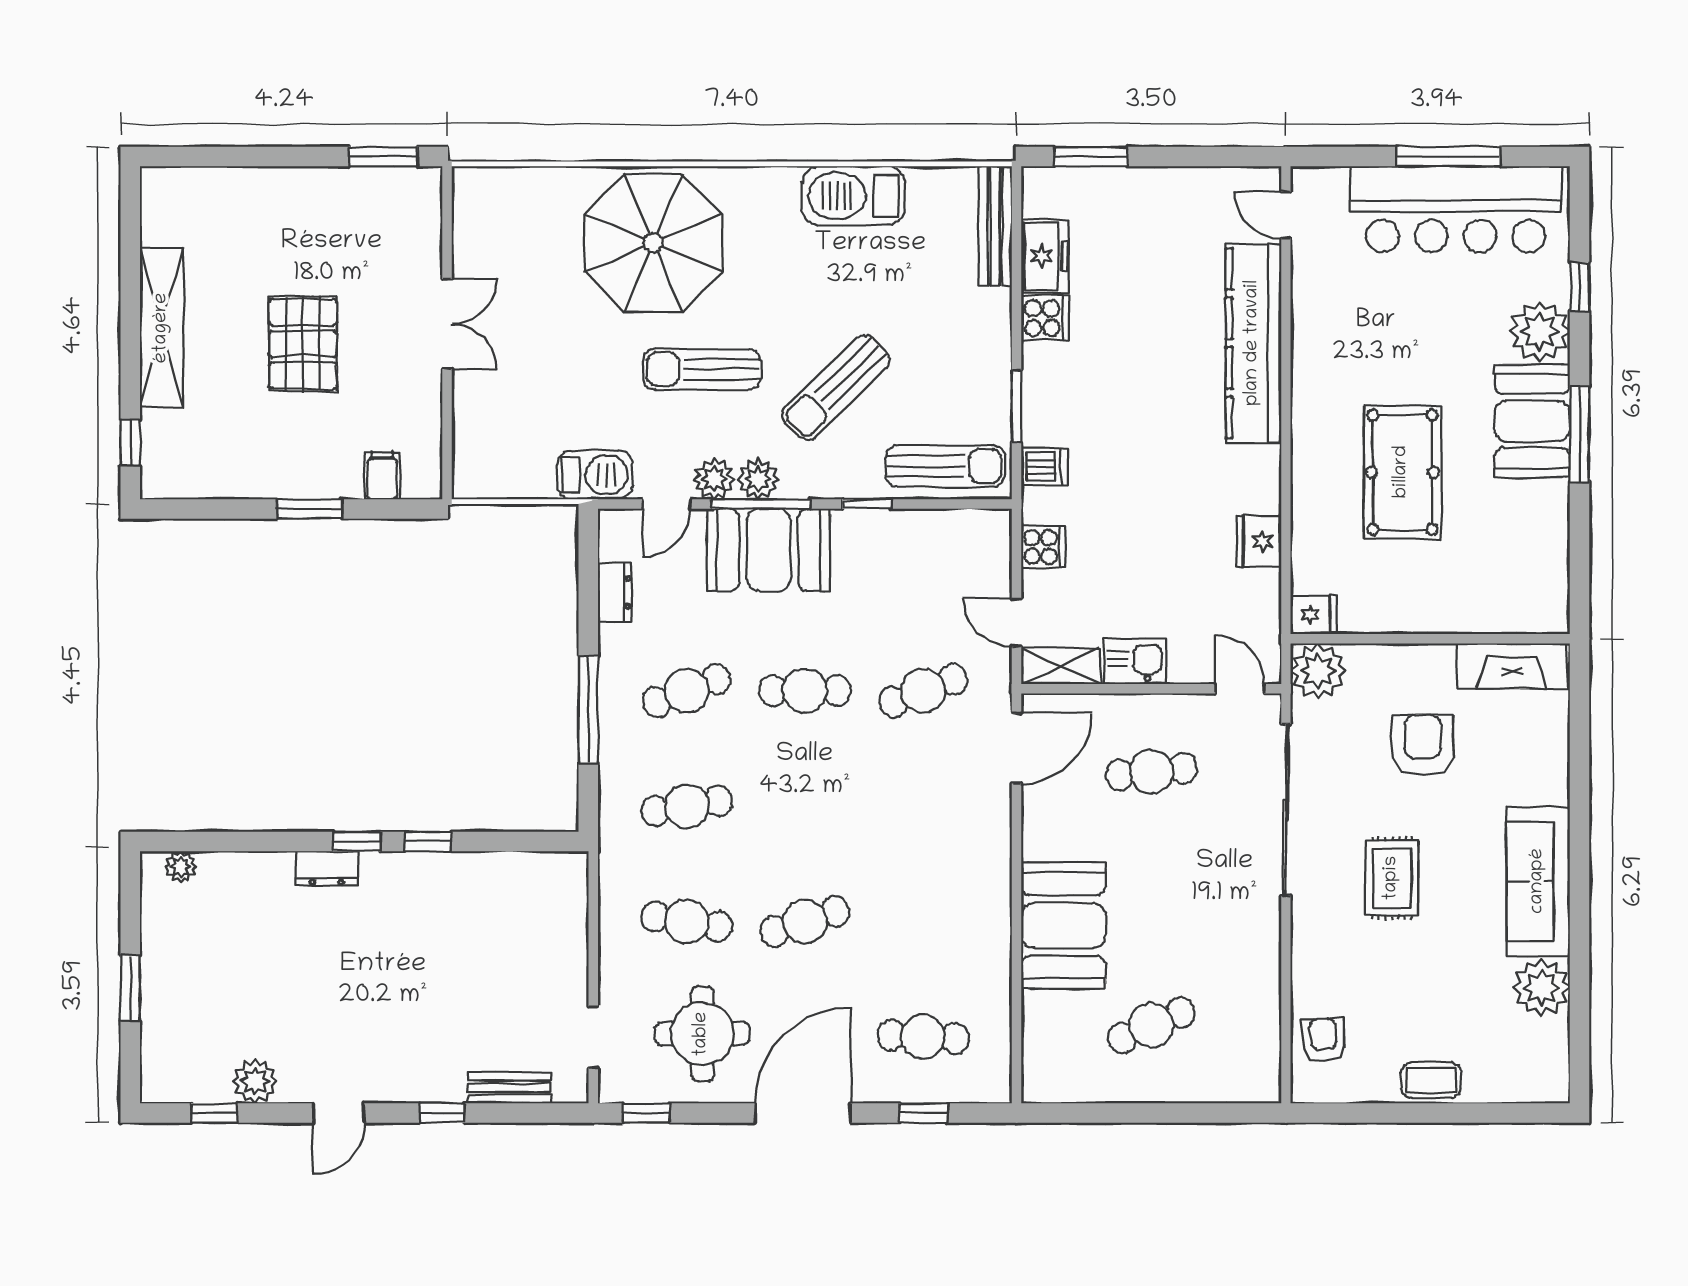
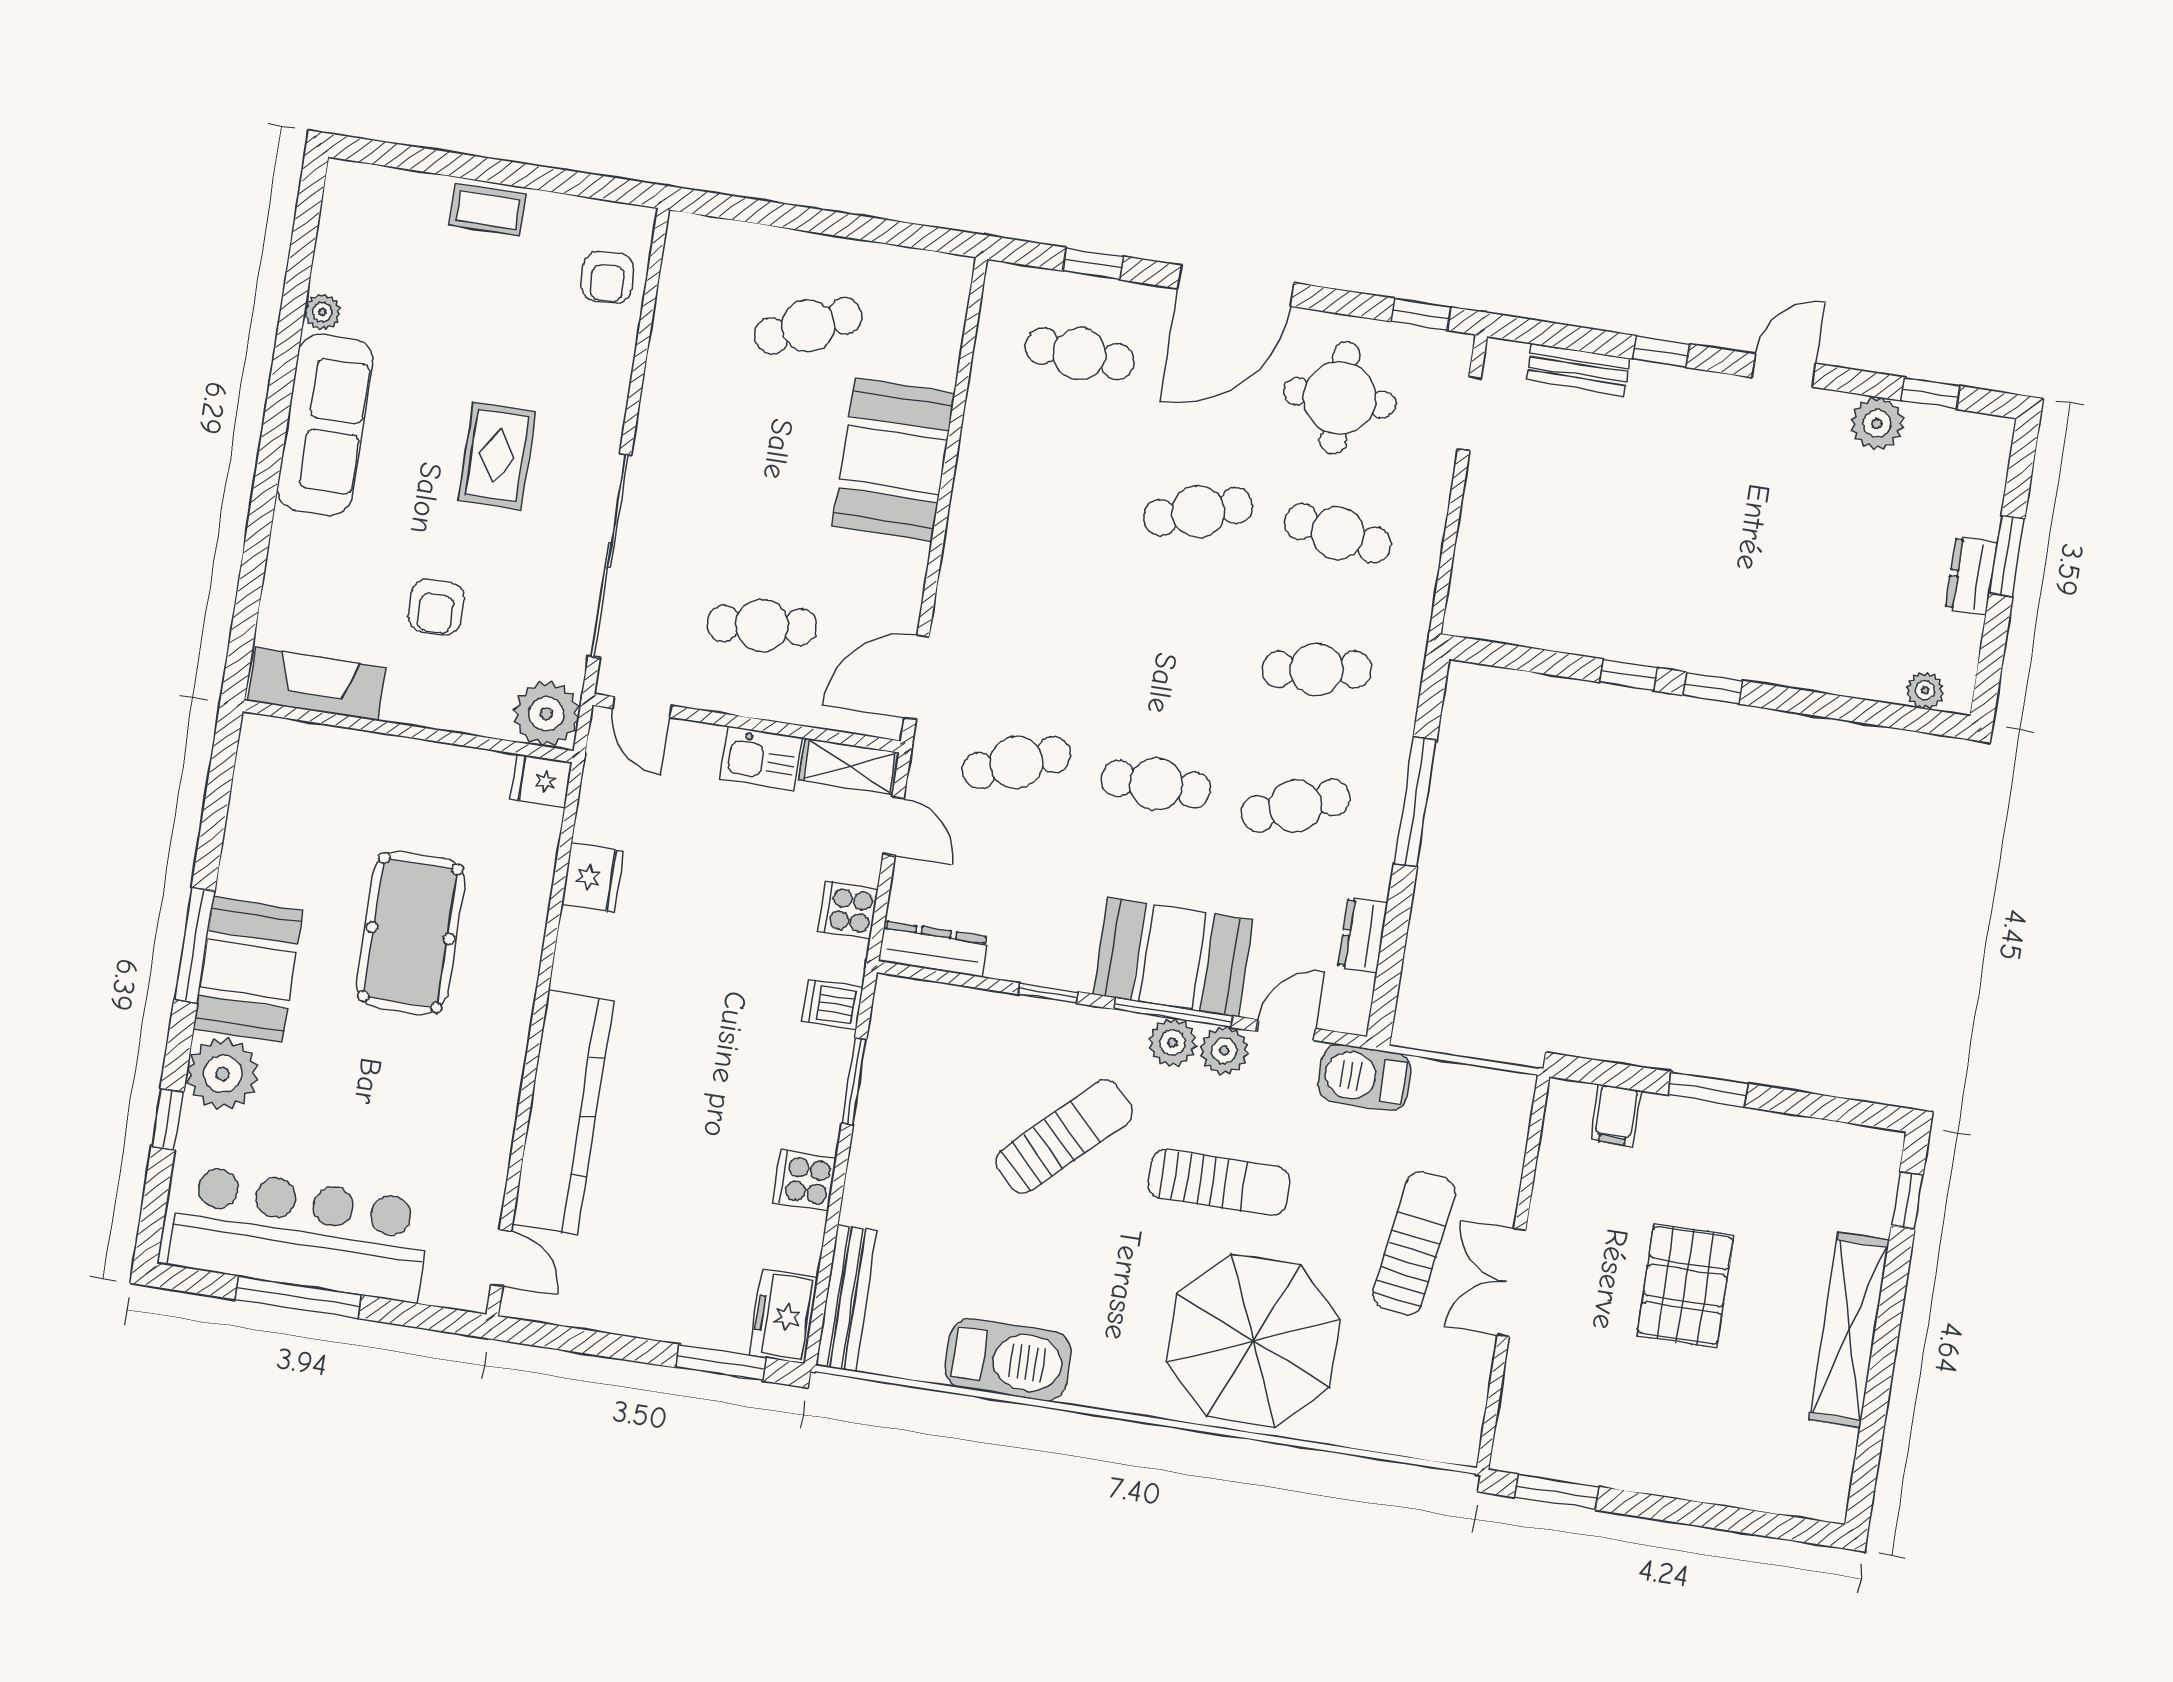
freezer: (1045, 256) -> (783, 1316), moved
sun lounger: (945, 466) -> (1414, 1243), moved, turned 98
dresser: (968, 526) -> (934, 949), added
armchair: (1423, 745) -> (436, 607), width x0.72, depth x0.72
dresser: (327, 869) -> (1971, 576), moved, turned -90
plant: (1541, 988) -> (322, 312), width x0.53, depth x0.53

